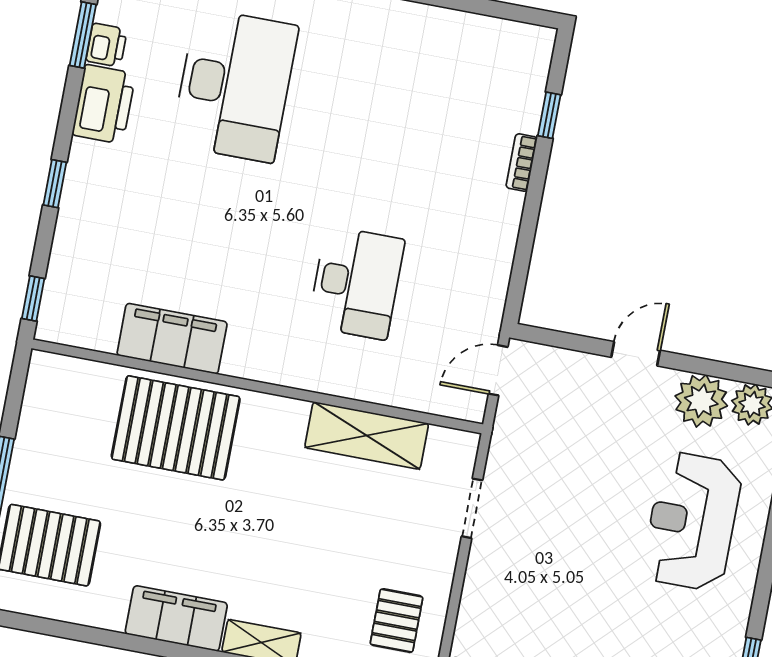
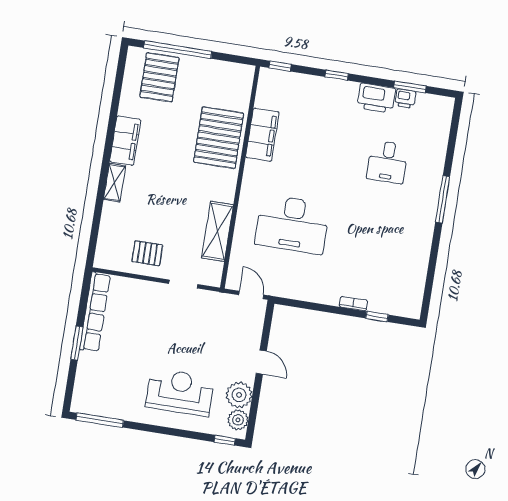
desk: (235, 85) -> (387, 162), width x0.53, depth x0.77
desk: (356, 283) -> (292, 224), width x1.36, depth x1.30
pallet: (397, 621) -> (147, 253), moved

